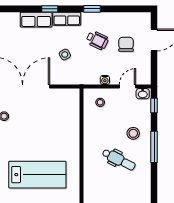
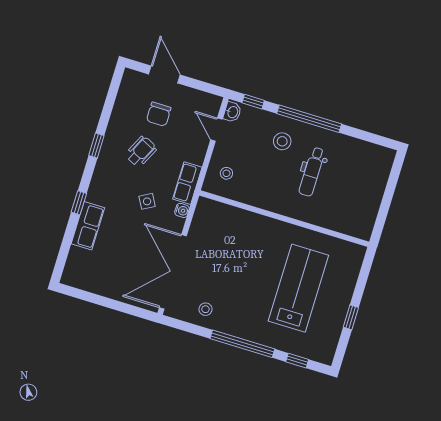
row of seats: (67, 19) -> (187, 183), moved, turned 180
chair: (126, 44) -> (159, 114), turned -90
water cooler: (105, 80) -> (182, 210), moved
window: (154, 147) -> (309, 119), width x1.46
dental chair: (119, 160) -> (312, 172), turned 153

